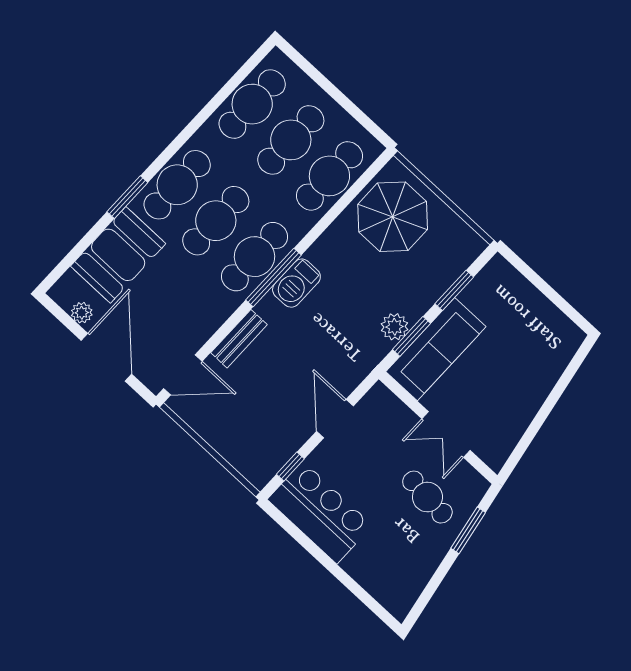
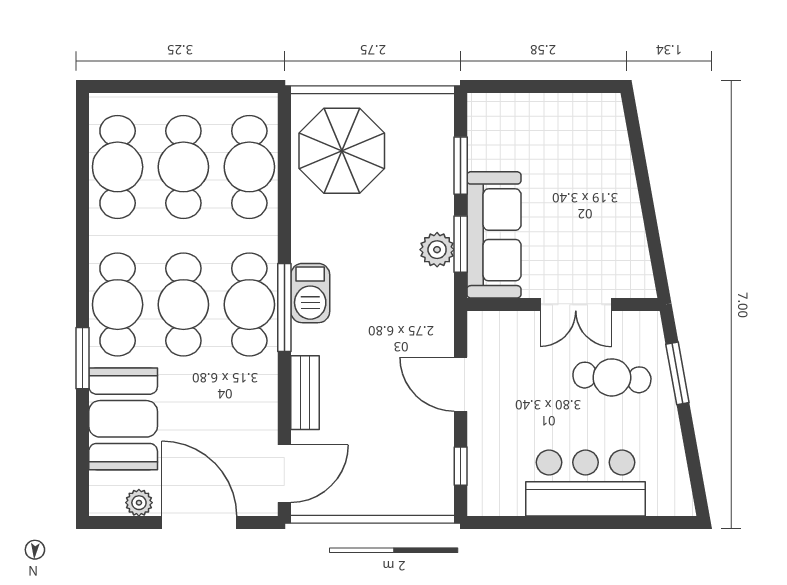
bar counter: (320, 512) -> (586, 483), moved

